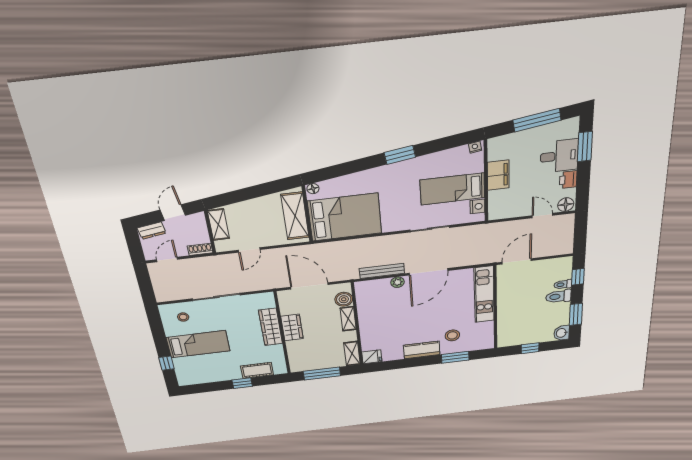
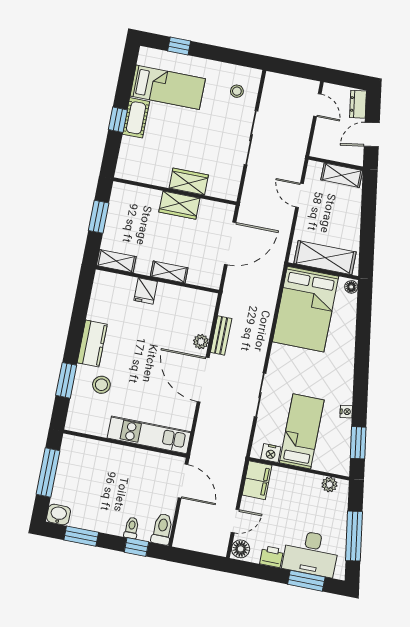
nightstand: (475, 147) -> (346, 412), moved
plant: (494, 154) -> (329, 485), added
window: (400, 155) -> (358, 443), moved
desk: (559, 156) -> (311, 553), width x1.37
filing cabinet: (498, 175) -> (257, 480), moved, turned -90
door: (173, 213) -> (372, 135), swing flipped
shoe rack: (200, 249) -> (318, 144), removed
bench: (382, 271) -> (221, 335), width x0.73
toilet: (558, 296) -> (162, 529), moved
boiler: (344, 299) -> (198, 275), removed
wardrobe: (271, 327) -> (189, 181), width x0.67
bed: (198, 344) -> (168, 87), moved, turned -90
window: (530, 348) -> (48, 473), width x2.17
fridge: (372, 357) -> (146, 291), moved
cot: (257, 370) -> (136, 118), moved
window: (322, 373) -> (99, 217), width x0.69

